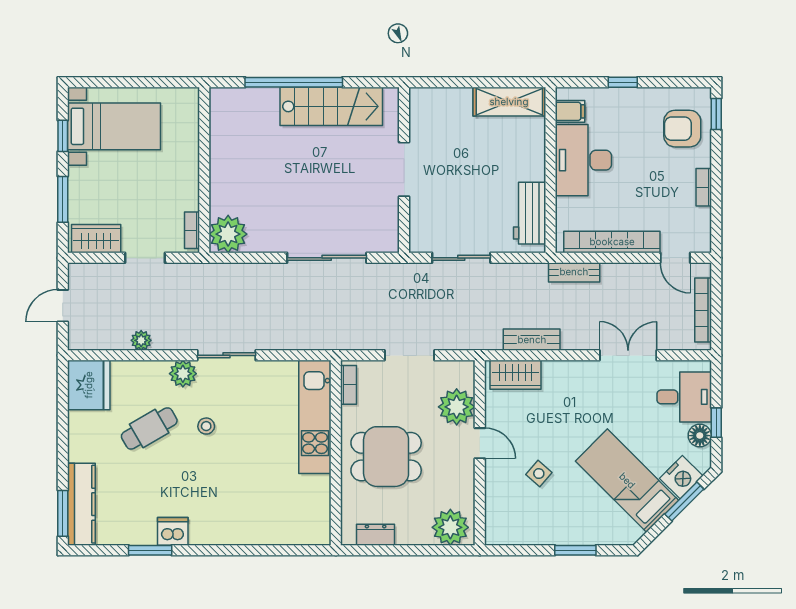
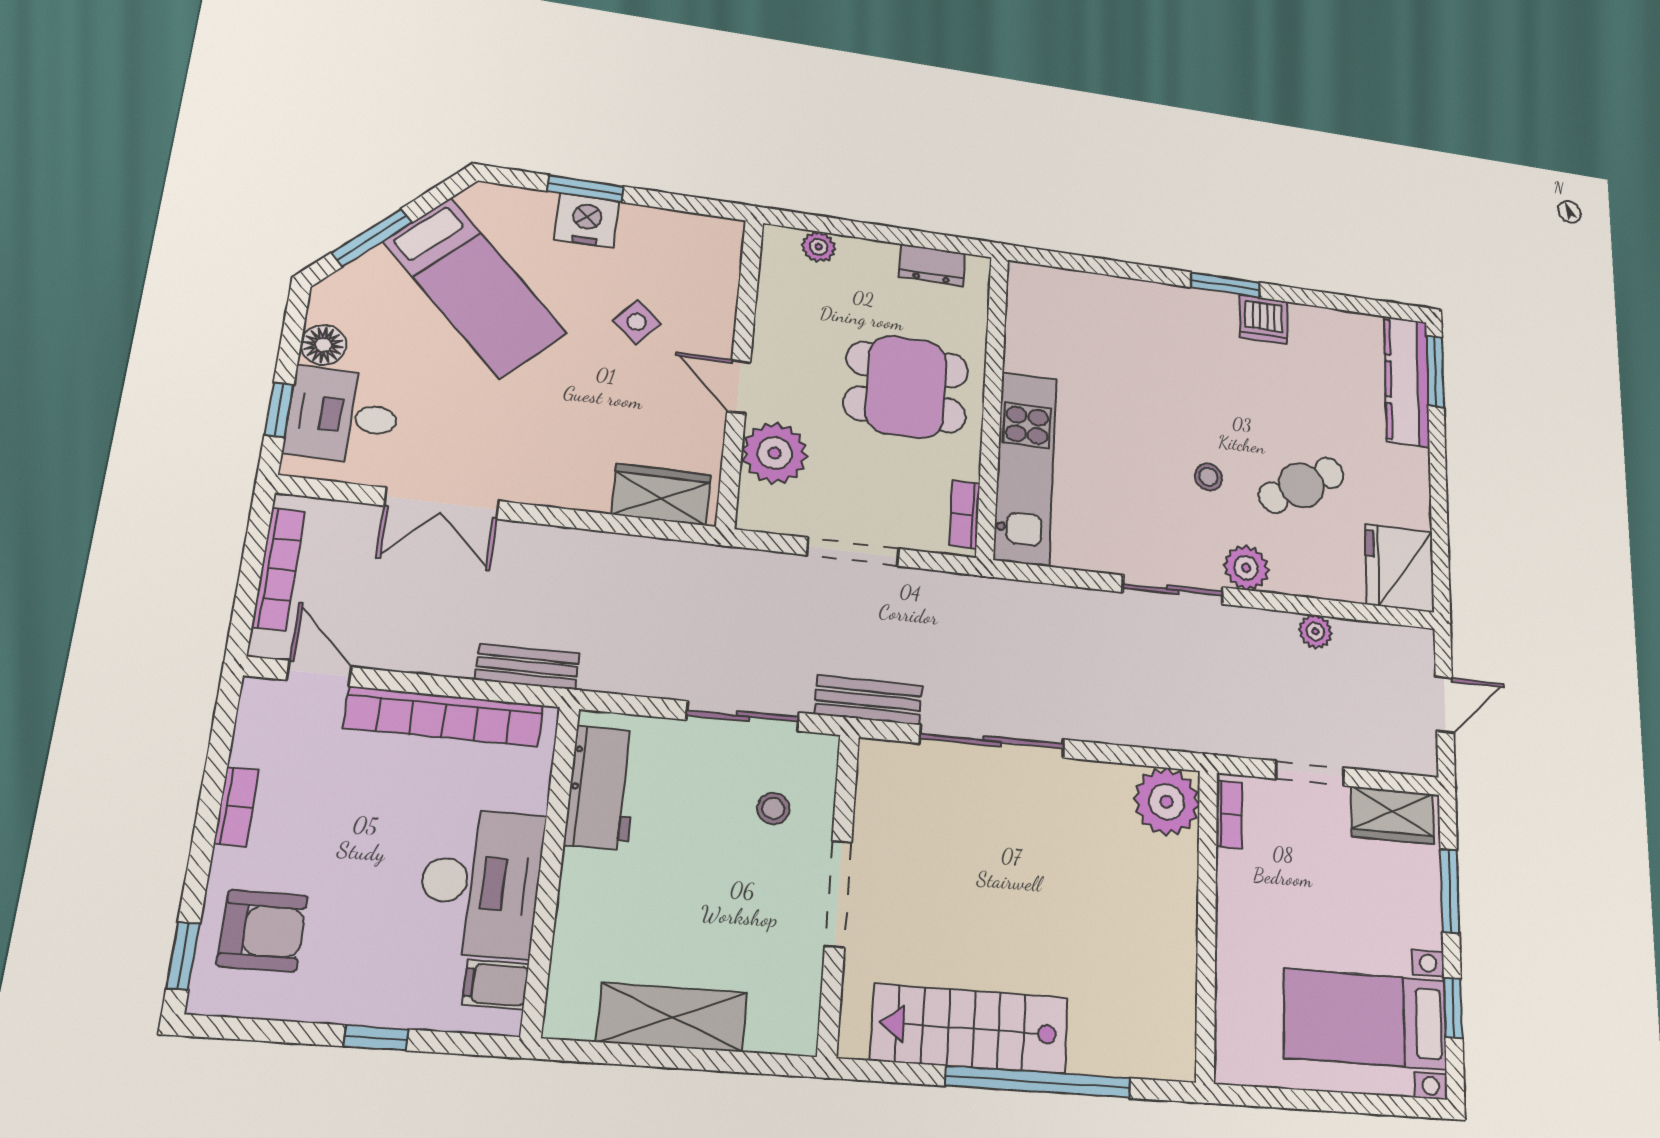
shelving: (509, 102) -> (672, 1017), moved
stool: (441, 211) -> (773, 808), added
bench: (532, 340) -> (868, 700), moved
window: (716, 423) -> (279, 410), moved
nightstand: (681, 477) -> (587, 220), moved, turned 45
plant: (450, 527) -> (819, 247), width x0.53, depth x0.53
window: (150, 550) -> (1225, 285), moved

